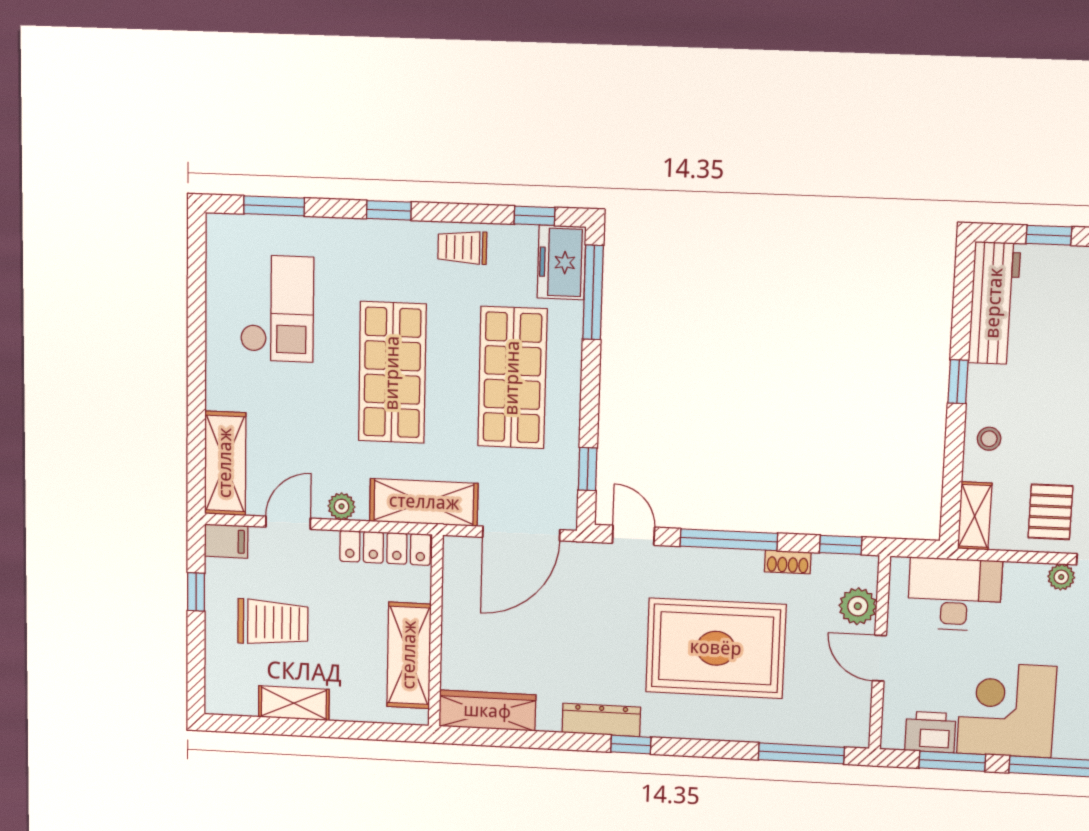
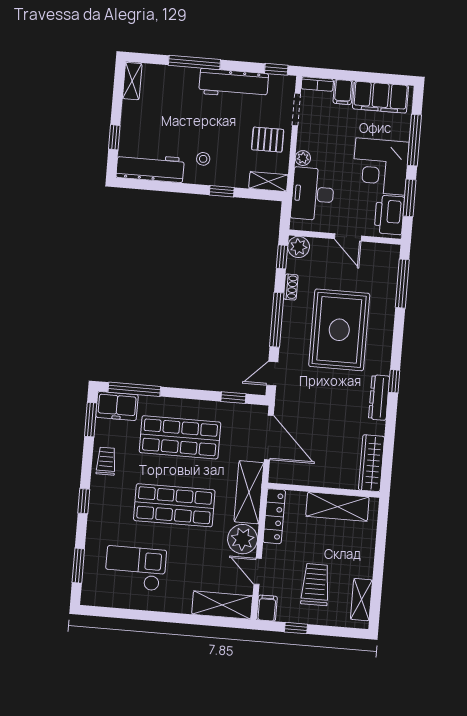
window: (535, 216) -> (91, 420), width x1.50
trolley: (462, 247) -> (106, 461), turned 180
window: (958, 382) -> (222, 191), moved
stool: (989, 439) -> (203, 159), moved
plant: (342, 506) -> (243, 539), width x1.87, depth x1.87
plant: (1061, 577) -> (303, 158), moved
plant: (858, 606) -> (299, 247), moved
door: (879, 658) -> (348, 237), hinge flipped
shelving: (294, 703) -> (361, 600), moved
printer: (930, 732) -> (389, 215), width x1.37, depth x1.19

